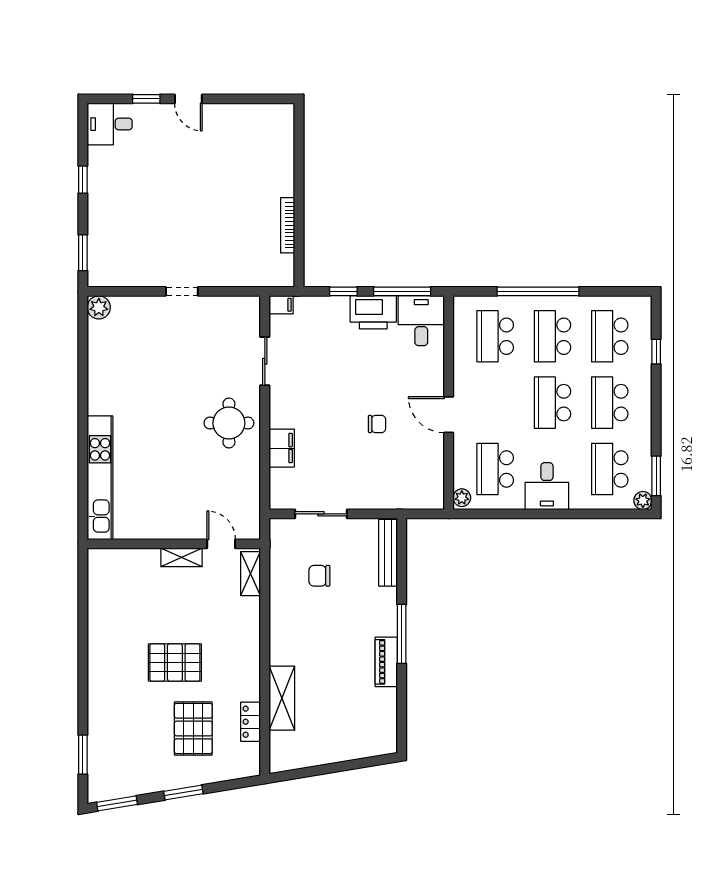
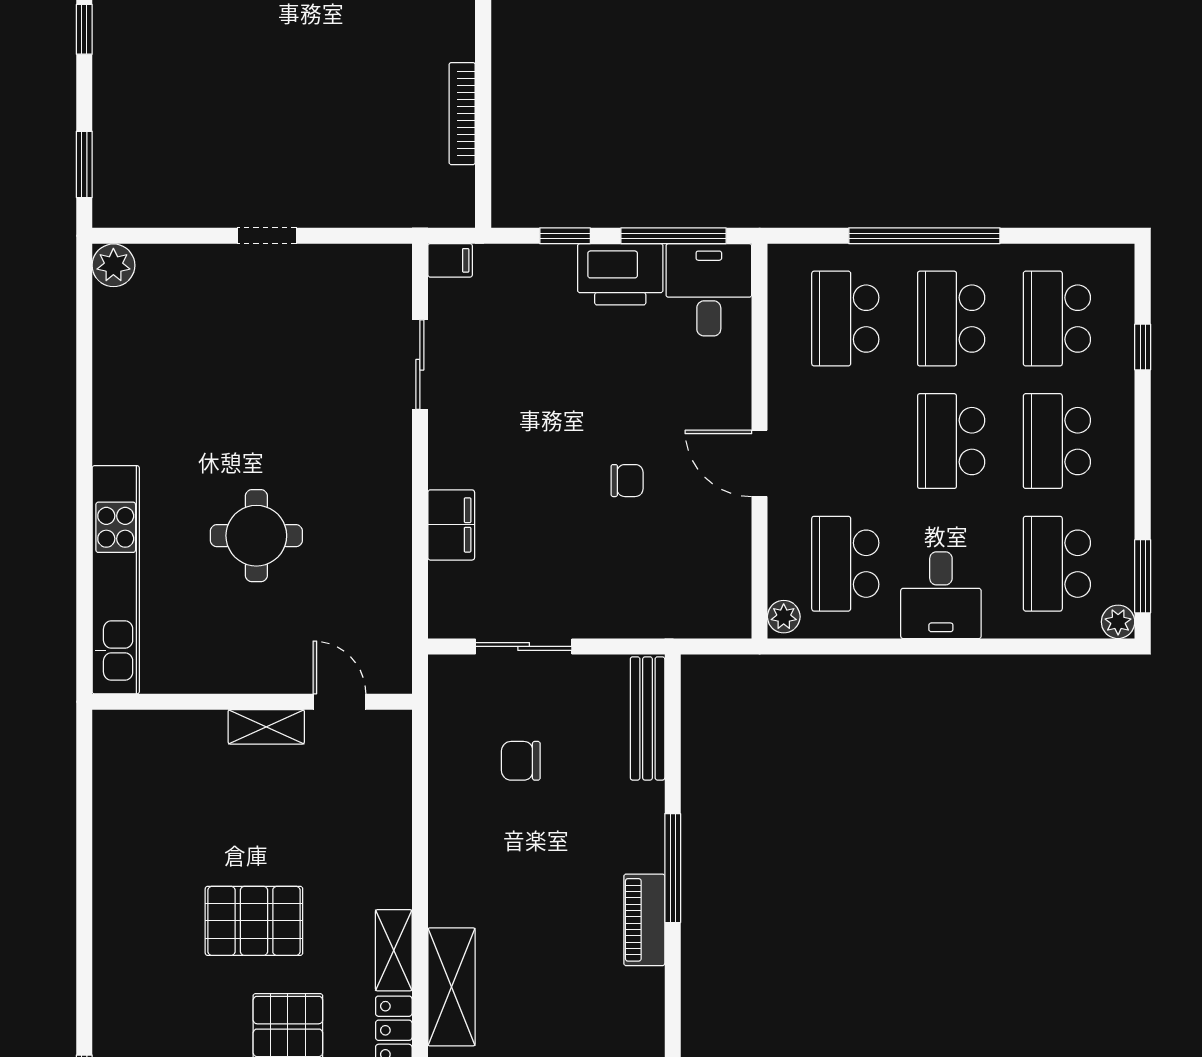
round table: (229, 423) -> (256, 536), moved
shelving: (251, 574) -> (394, 950), moved

